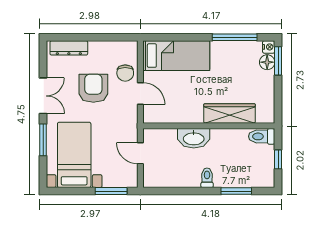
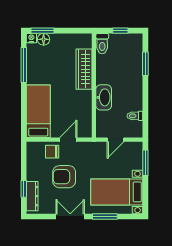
window: (78, 37) -> (24, 189), added
chair: (125, 73) -> (52, 152), turned 180
toilet: (207, 178) -> (135, 116), moved

